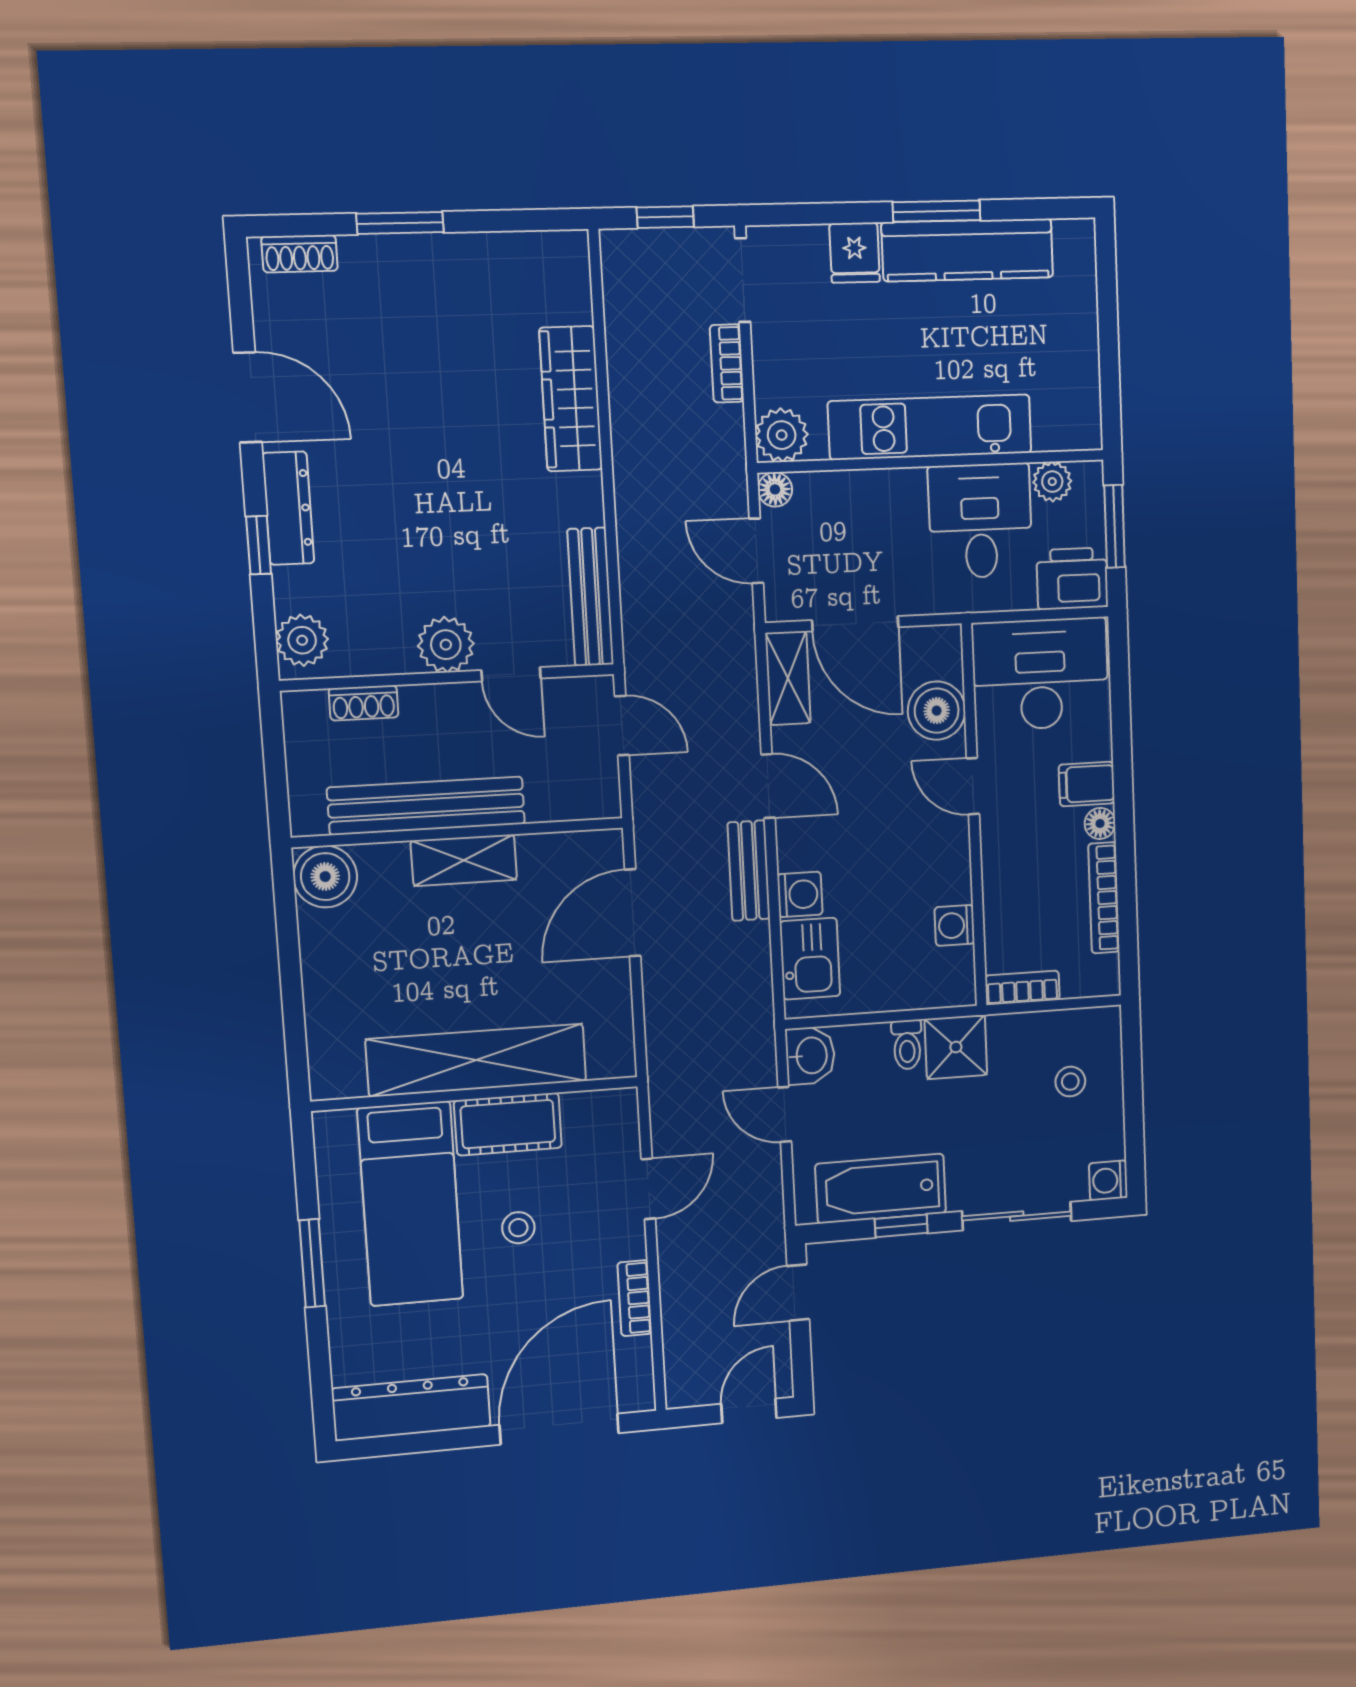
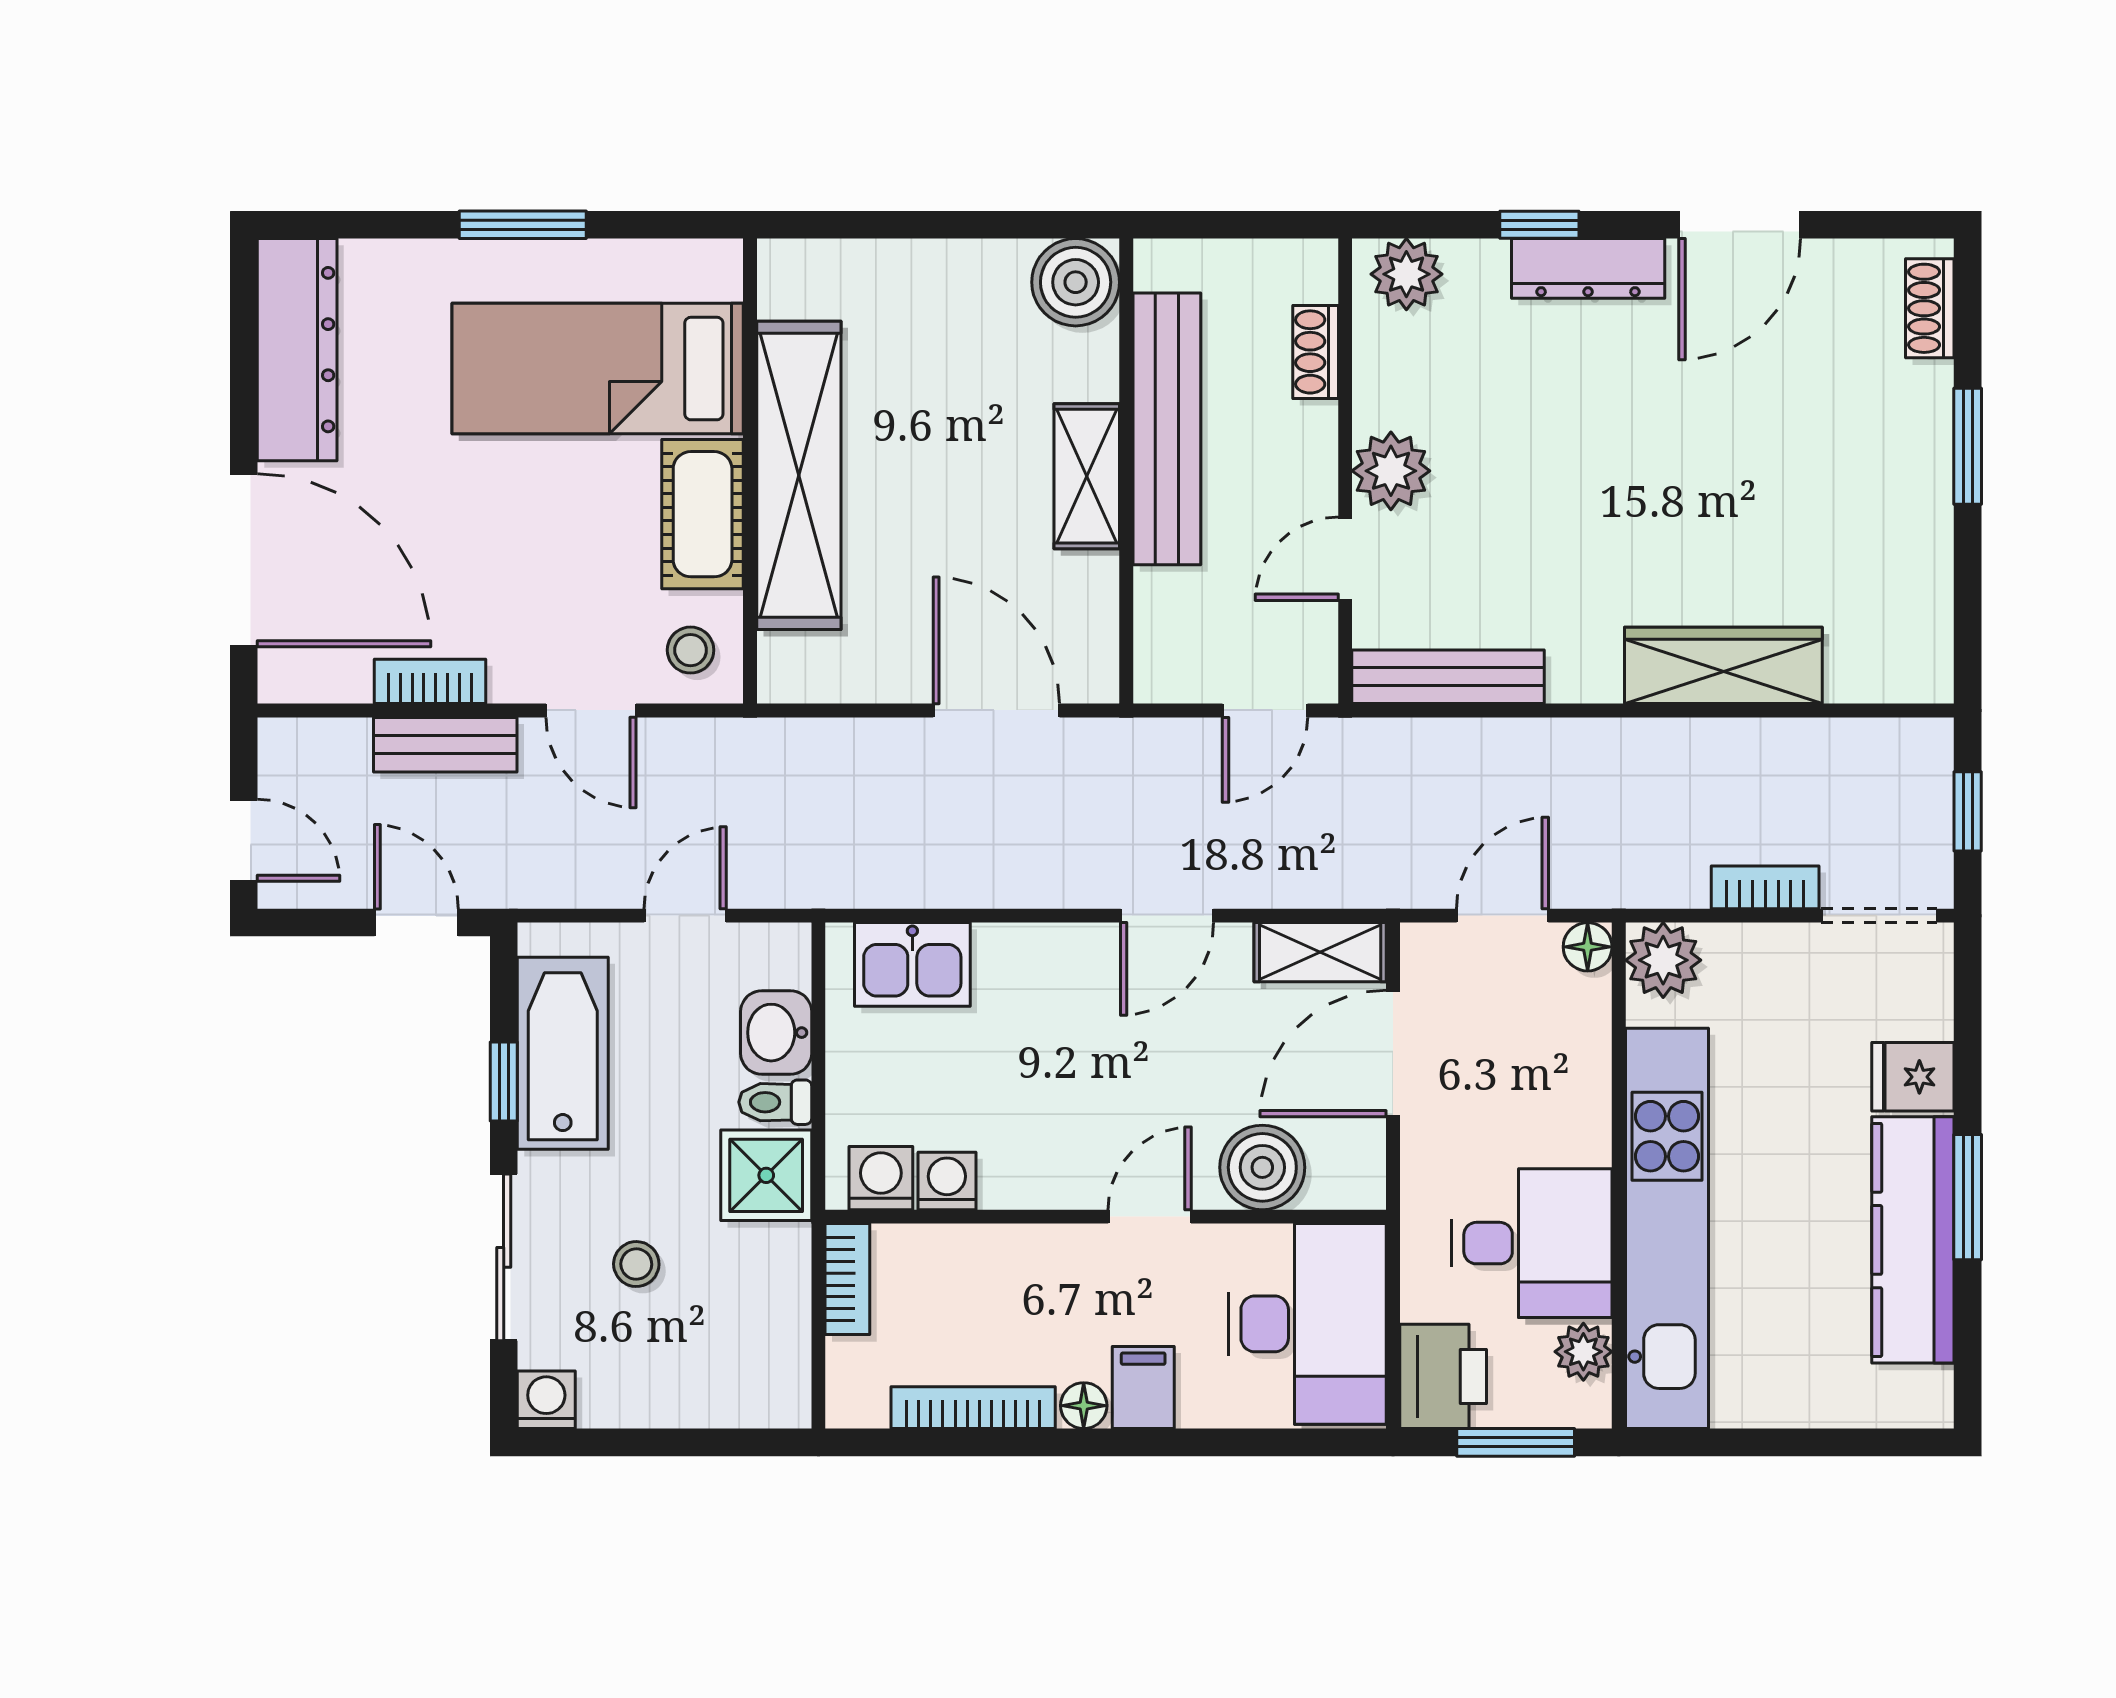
kitchen unit: (930, 427) -> (1667, 1228), width x1.36
bench: (749, 871) -> (445, 745), moved
washing machine: (800, 894) -> (881, 1178), moved, turned 180
washbasin: (810, 1056) -> (776, 1033), moved, turned 90
stool: (1070, 1082) -> (636, 1264), moved
stool: (518, 1228) -> (691, 650), moved

